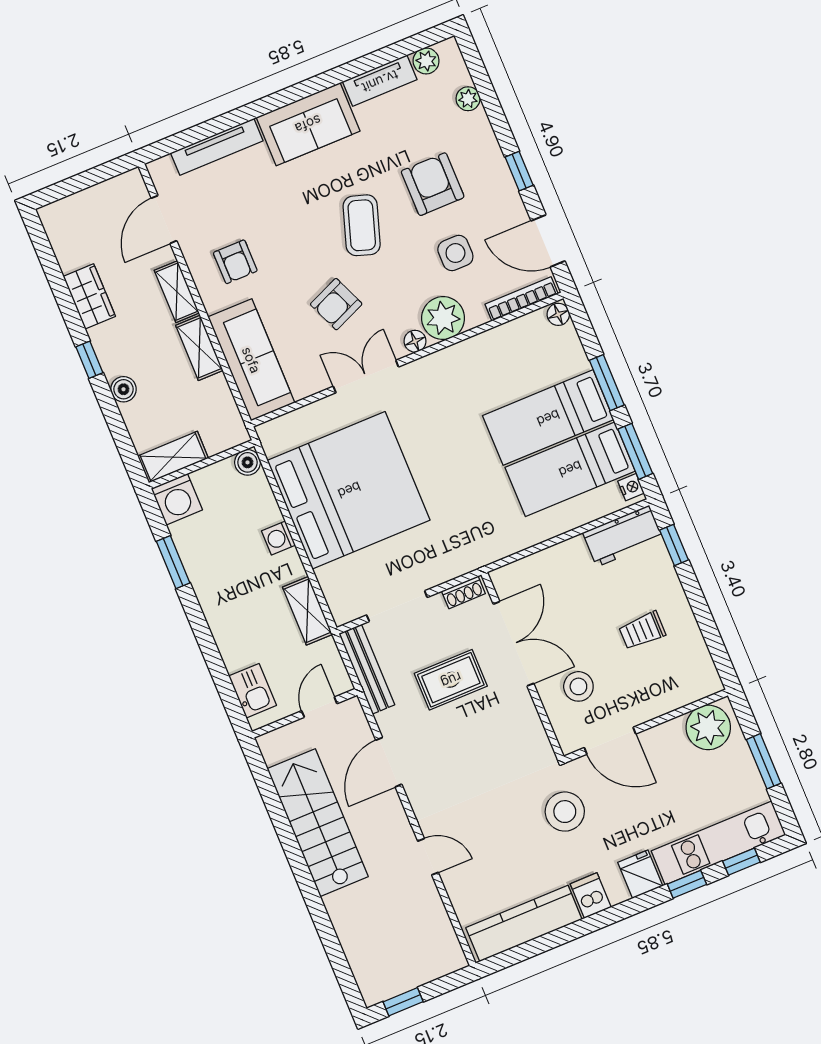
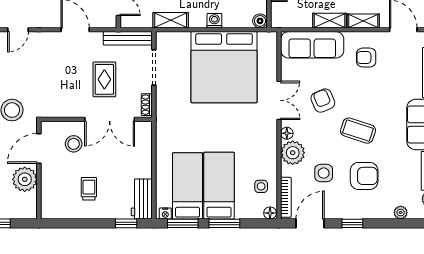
side table: (520, 347) -> (261, 186), added
plant: (708, 727) -> (25, 179), moved

